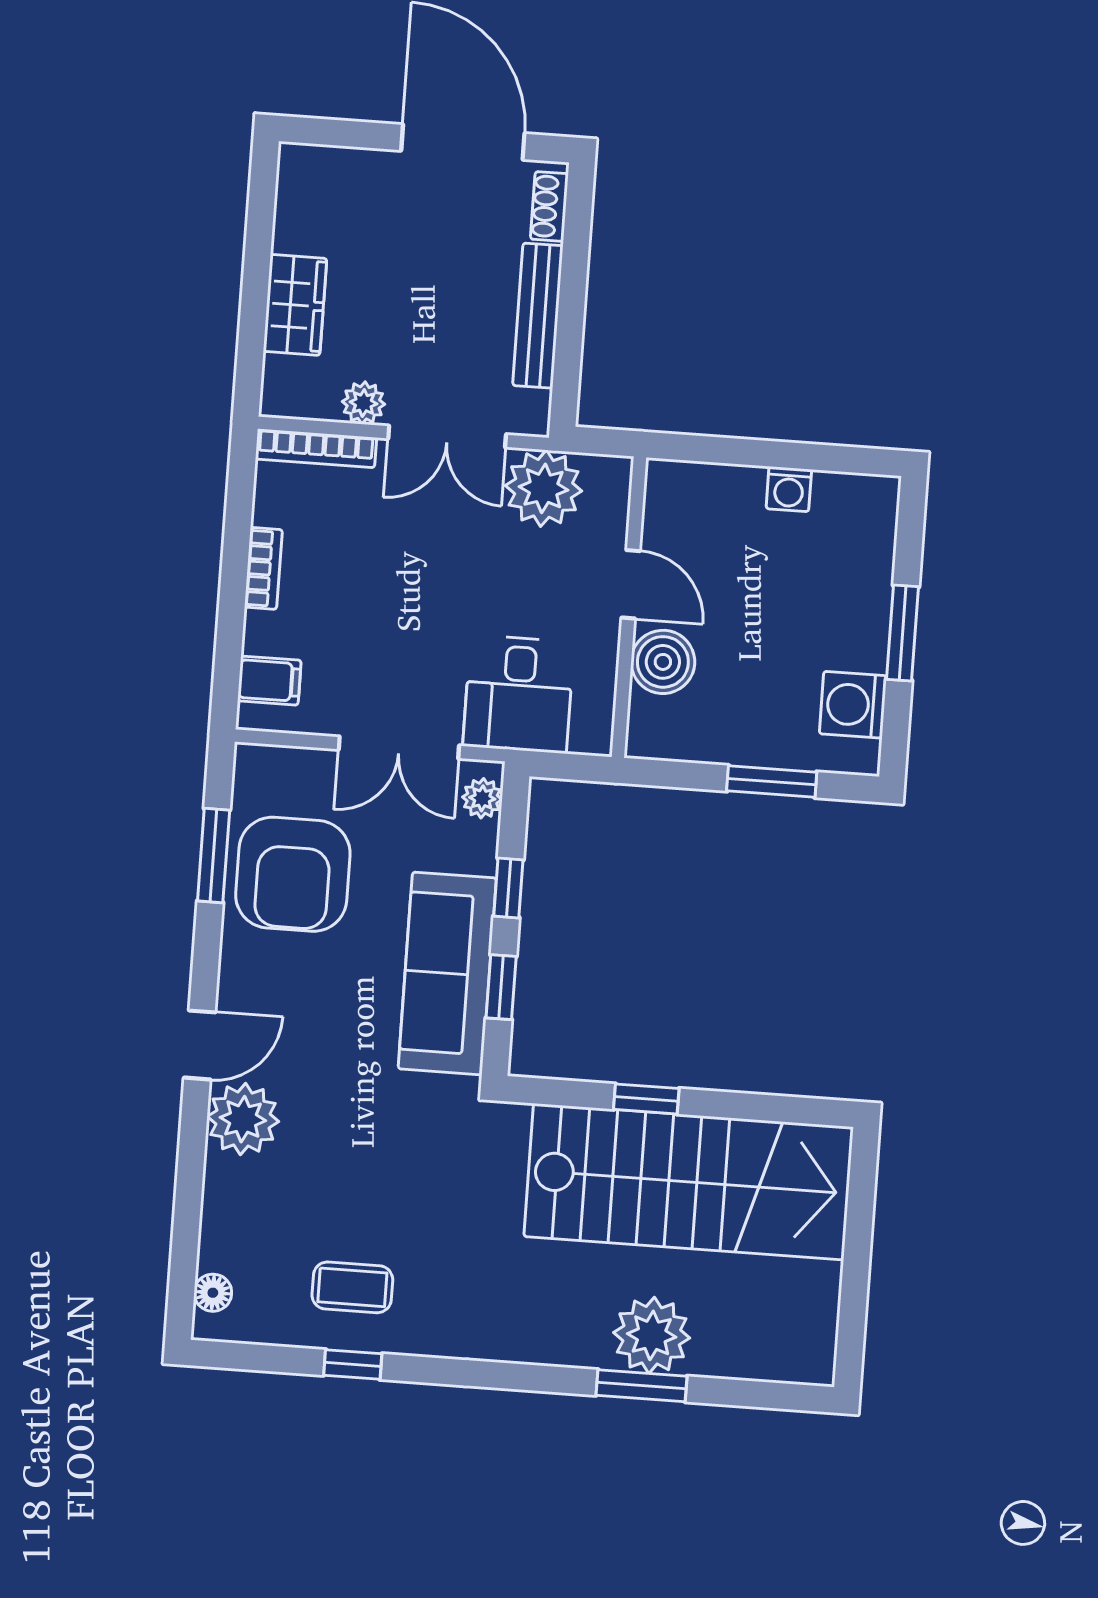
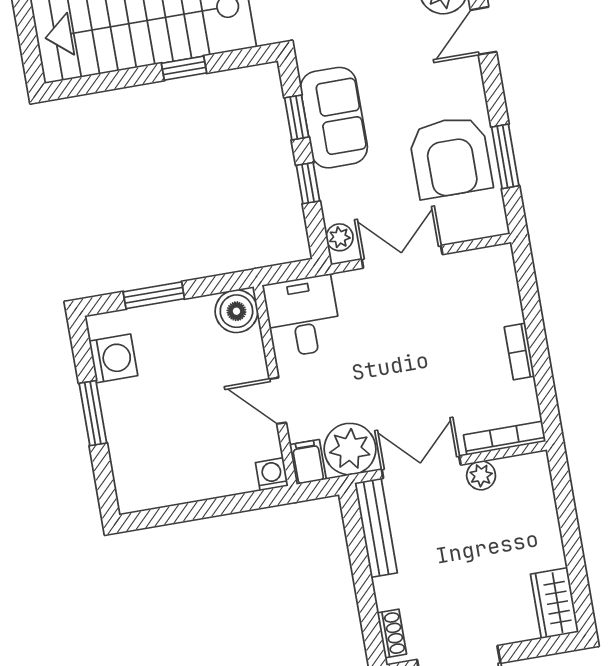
wardrobe: (295, 305) -> (555, 603), moved
bench: (538, 316) -> (376, 528), moved
washing machine: (789, 489) -> (272, 474), moved
boiler: (663, 662) -> (236, 311), moved
filing cabinet: (269, 681) -> (308, 462), moved, turned 90
desk: (519, 694) -> (303, 316), moved
armchair: (293, 874) -> (450, 157), turned 180
sofa: (447, 973) -> (334, 118), width x0.73

